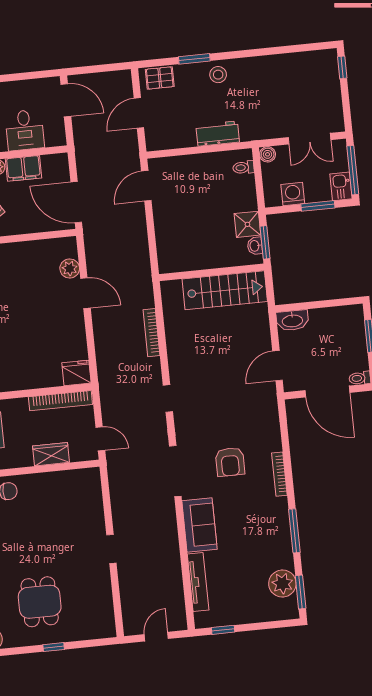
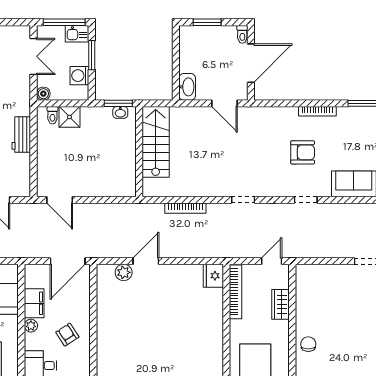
shower: (247, 224) -> (70, 117), moved
doorway: (175, 471) -> (306, 200), width x0.53

